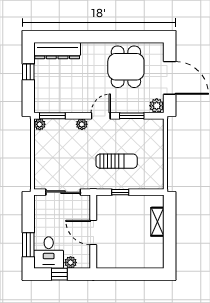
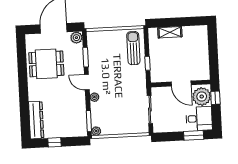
sun lounger: (117, 161) -> (133, 48), moved
door: (93, 233) -> (181, 83), hinge flipped
plant: (71, 262) -> (202, 97), width x1.88, depth x1.88
window: (59, 274) -> (215, 98), moved

